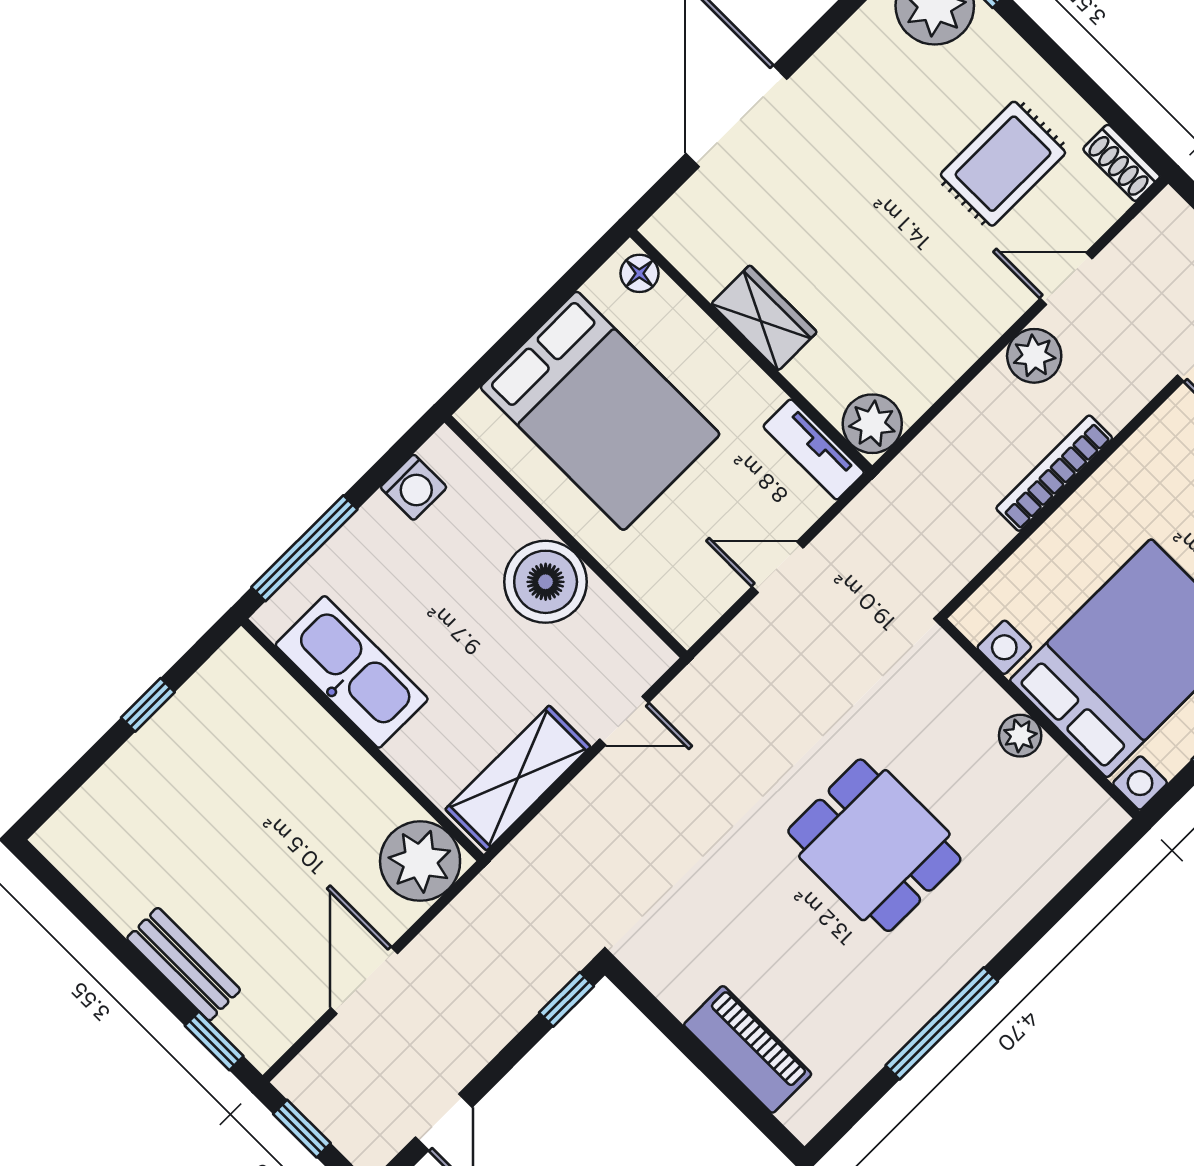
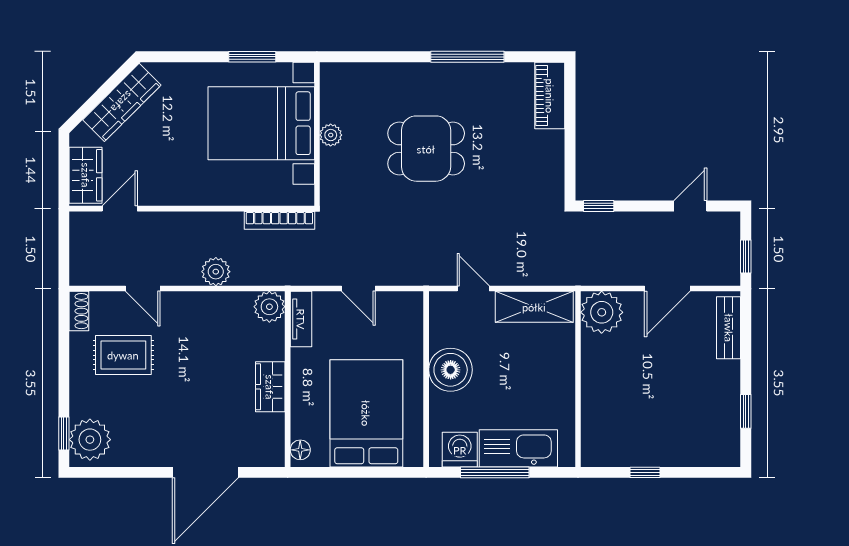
plant: (1034, 356) -> (216, 272), moved
bookcase: (1054, 473) -> (279, 220), moved
washing machine: (414, 487) -> (460, 450), width x1.38, depth x1.38
window: (304, 548) -> (495, 472), moved
kitchen sink: (352, 672) -> (518, 448), moved, turned 90
dining table: (874, 845) -> (426, 149), turned 90
bench: (184, 964) -> (729, 328), moved
window: (214, 1041) -> (746, 411), moved
piano: (748, 1049) -> (550, 96), moved

